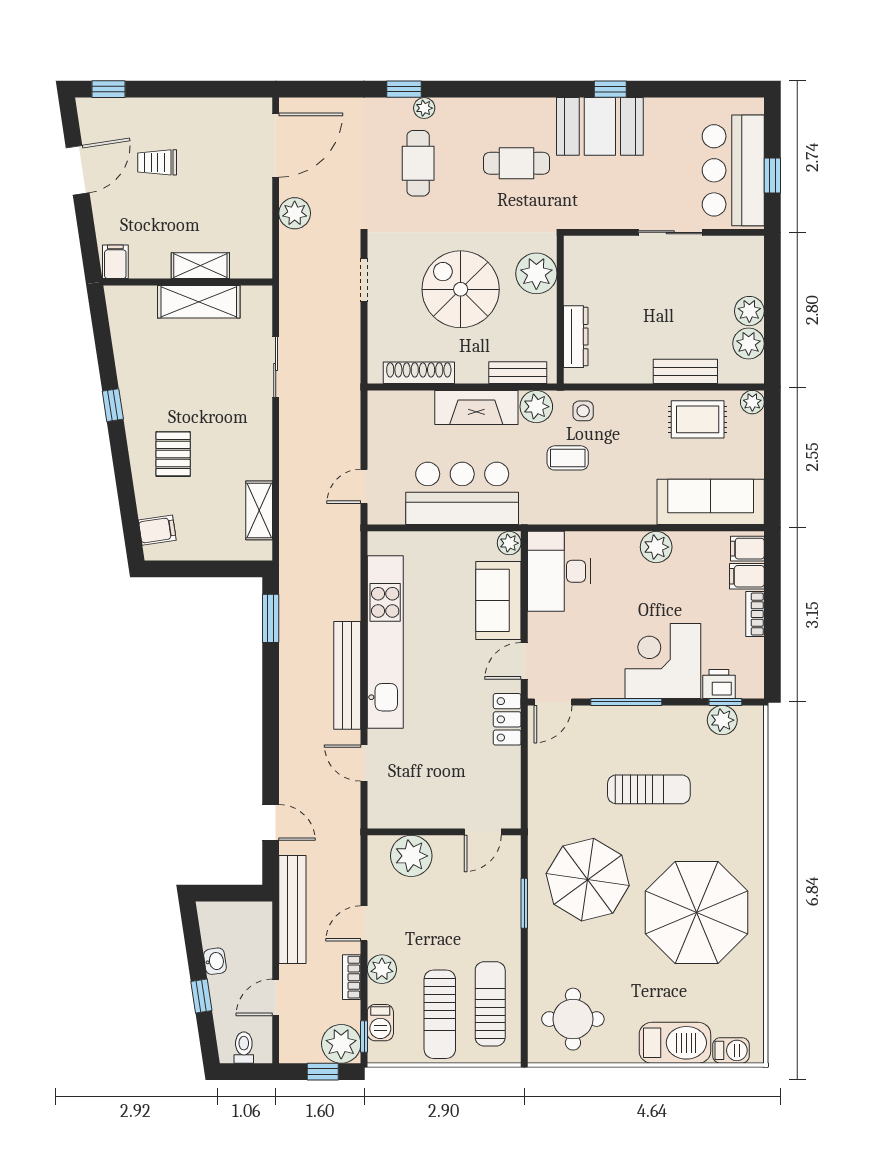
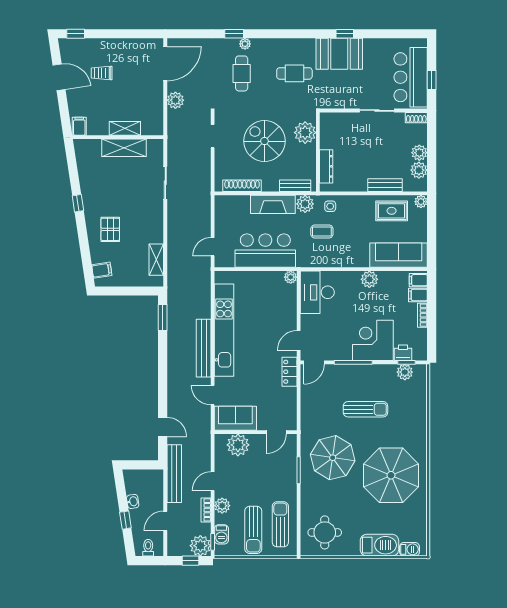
door: (78, 170) -> (59, 77), hinge flipped
shoe rack: (744, 246) -> (416, 118), added
sofa: (498, 600) -> (235, 418), moved, turned 90

